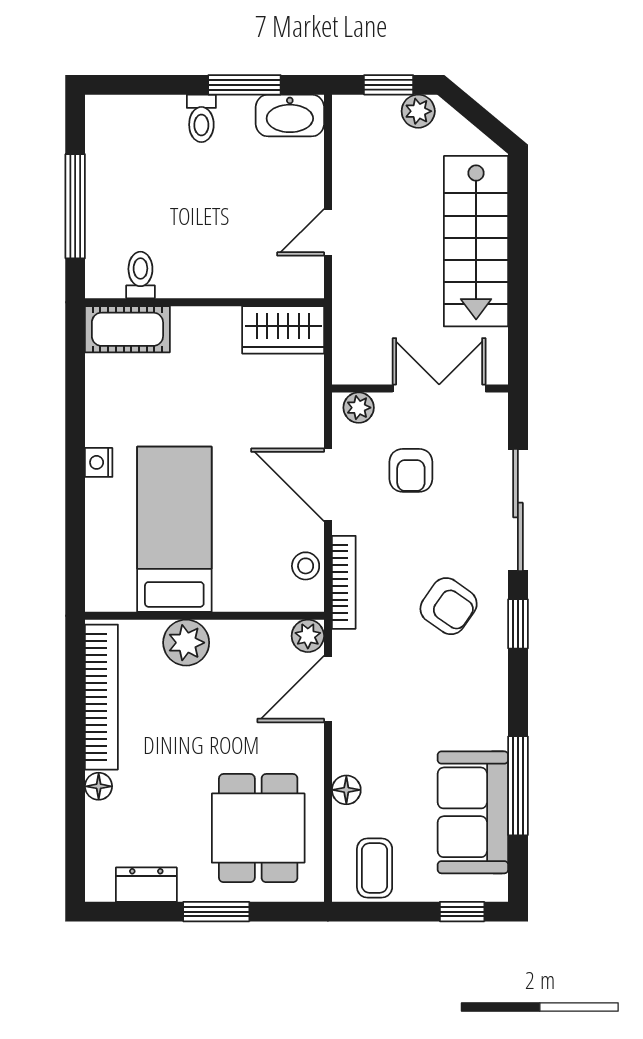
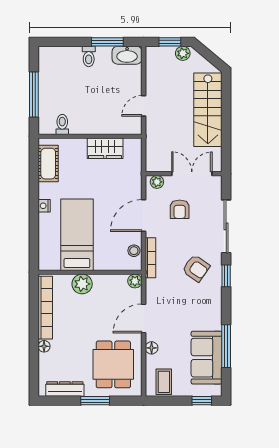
cot: (127, 329) -> (48, 164), moved, turned 90
wardrobe: (283, 330) -> (105, 148), moved
door: (328, 485) -> (144, 215), hinge flipped
door: (328, 689) -> (144, 318), moved
dresser: (146, 885) -> (65, 389), width x1.44

